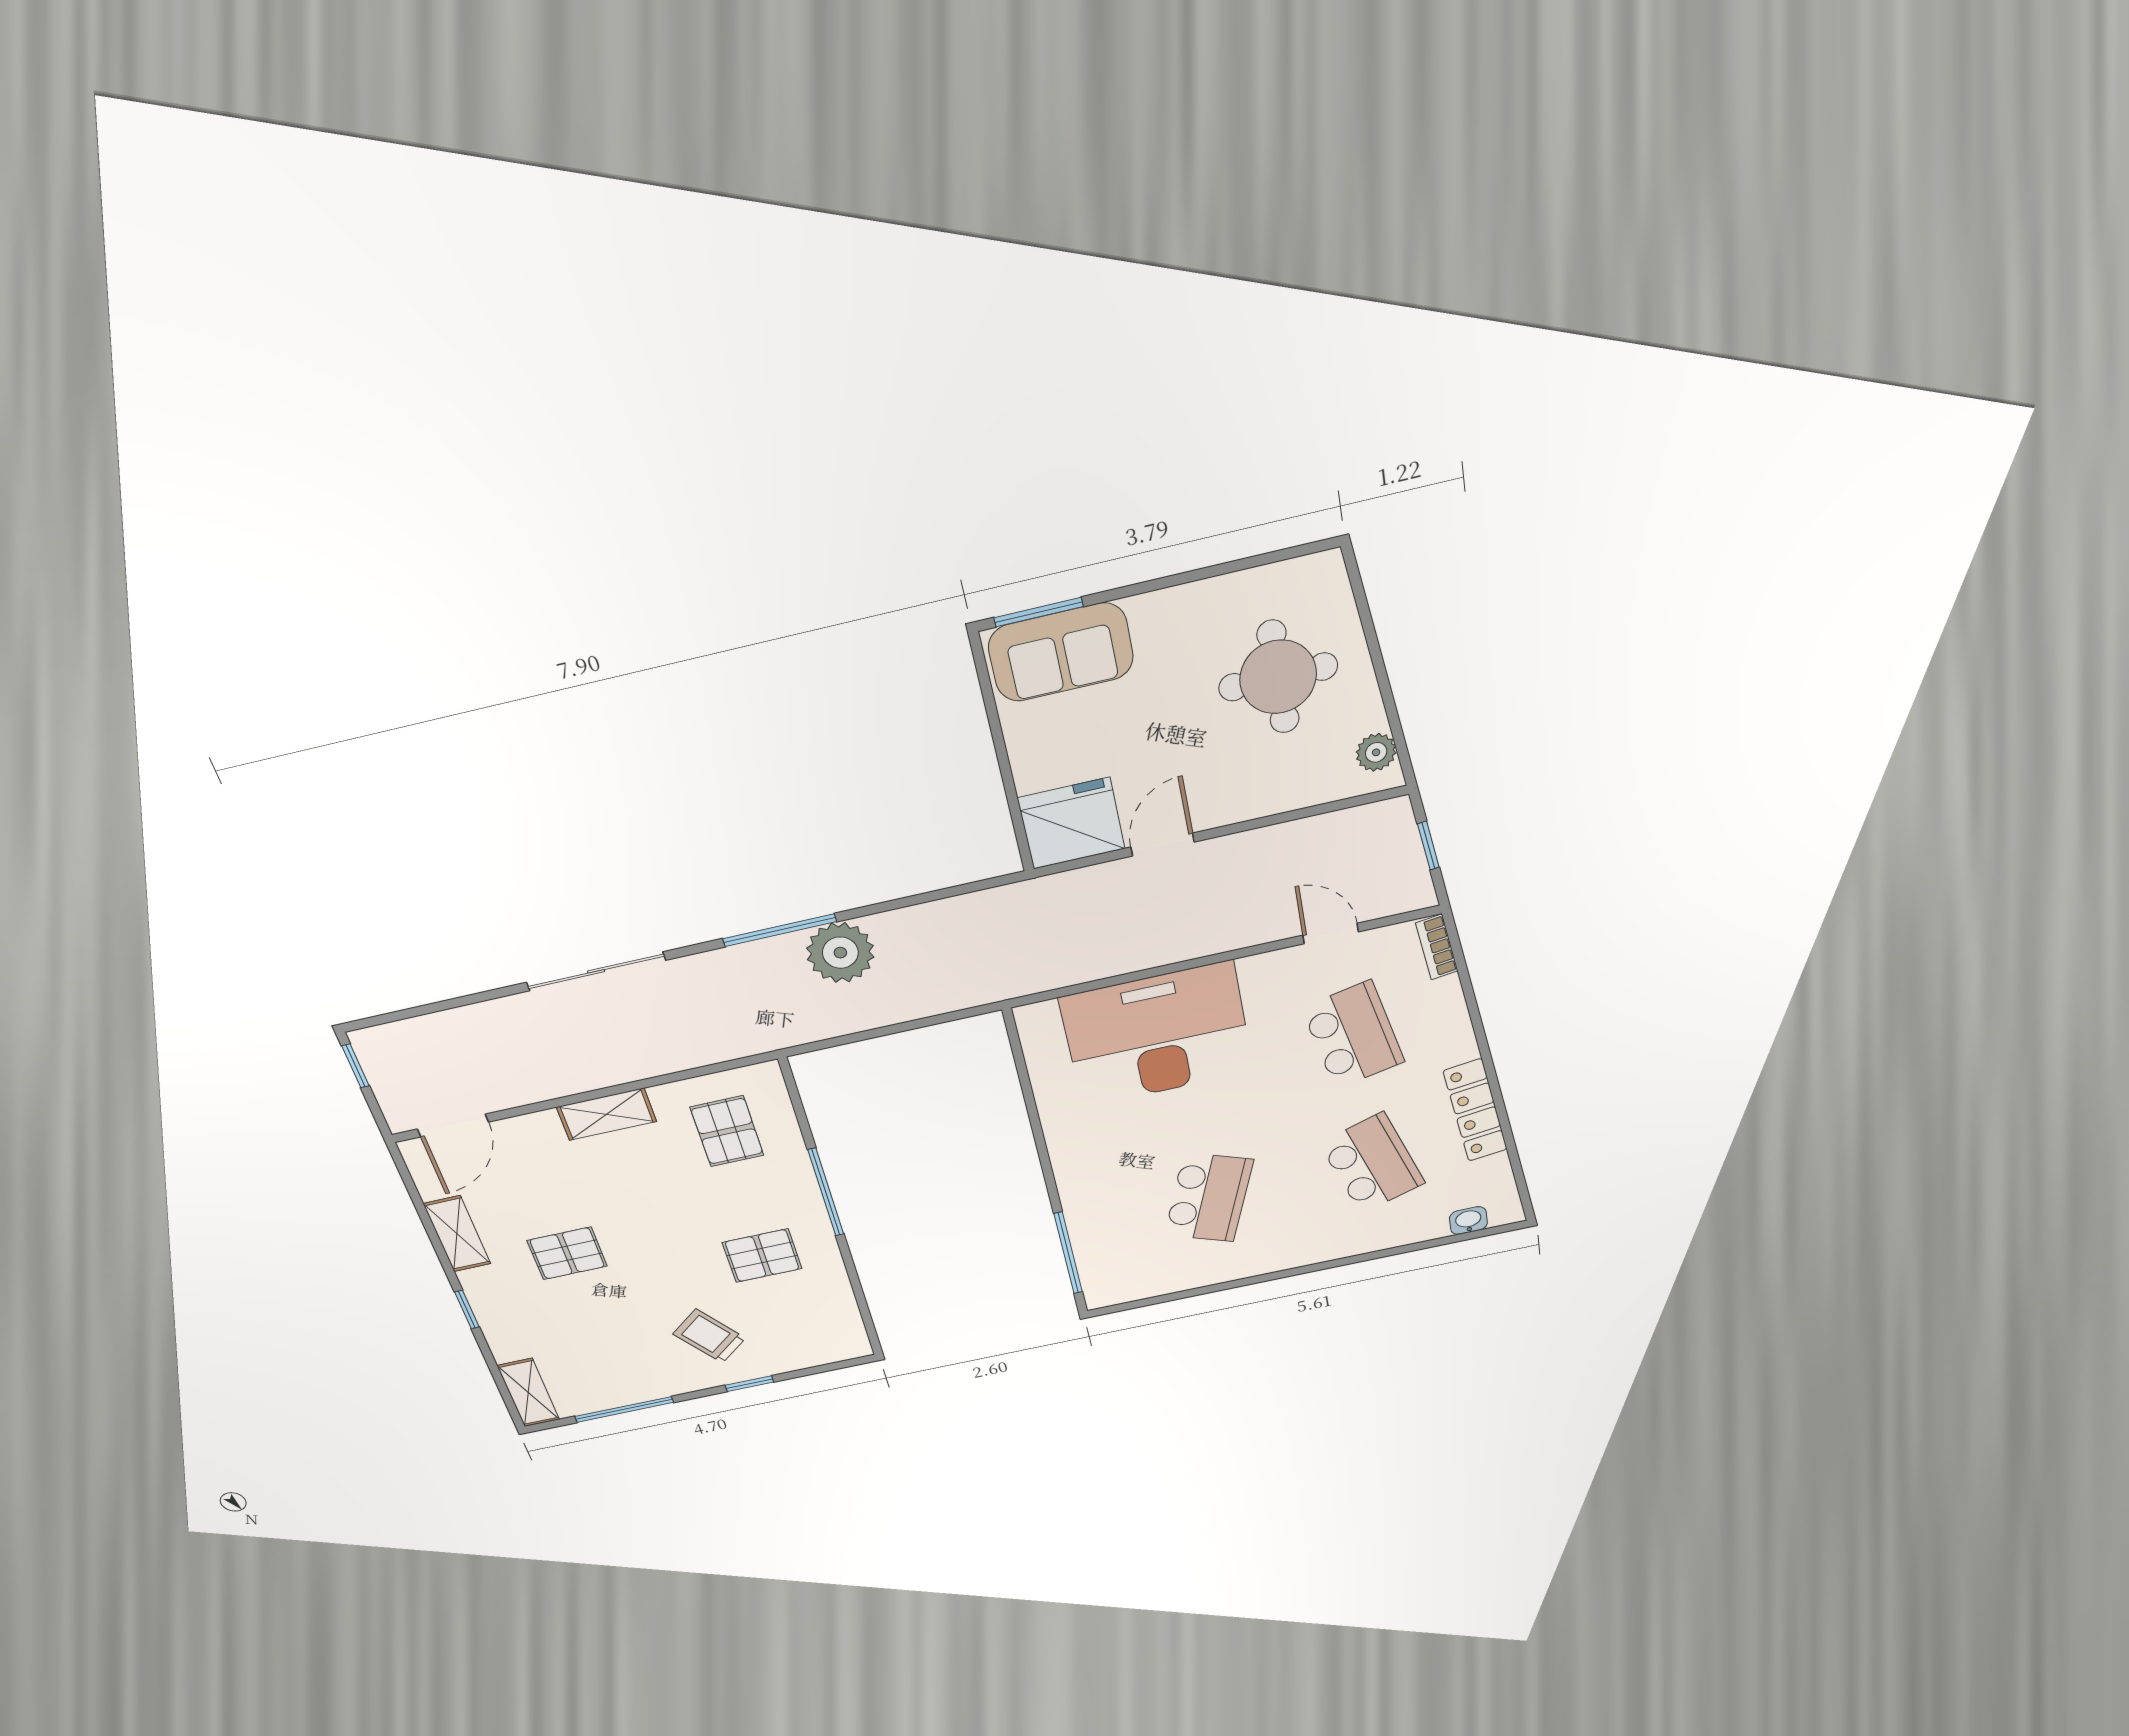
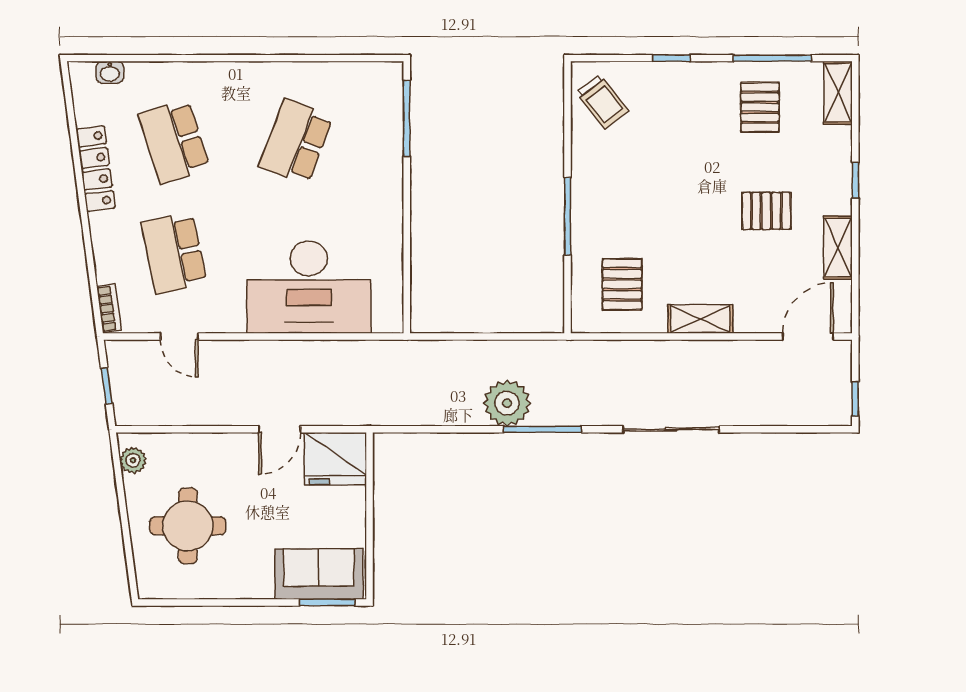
pallet: (762, 1256) -> (760, 107), moved, turned 90
trolley: (709, 1336) -> (602, 102), moved

